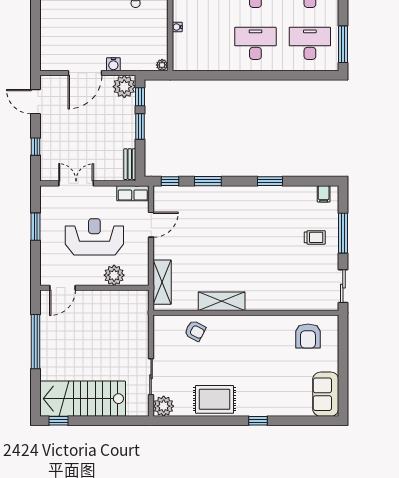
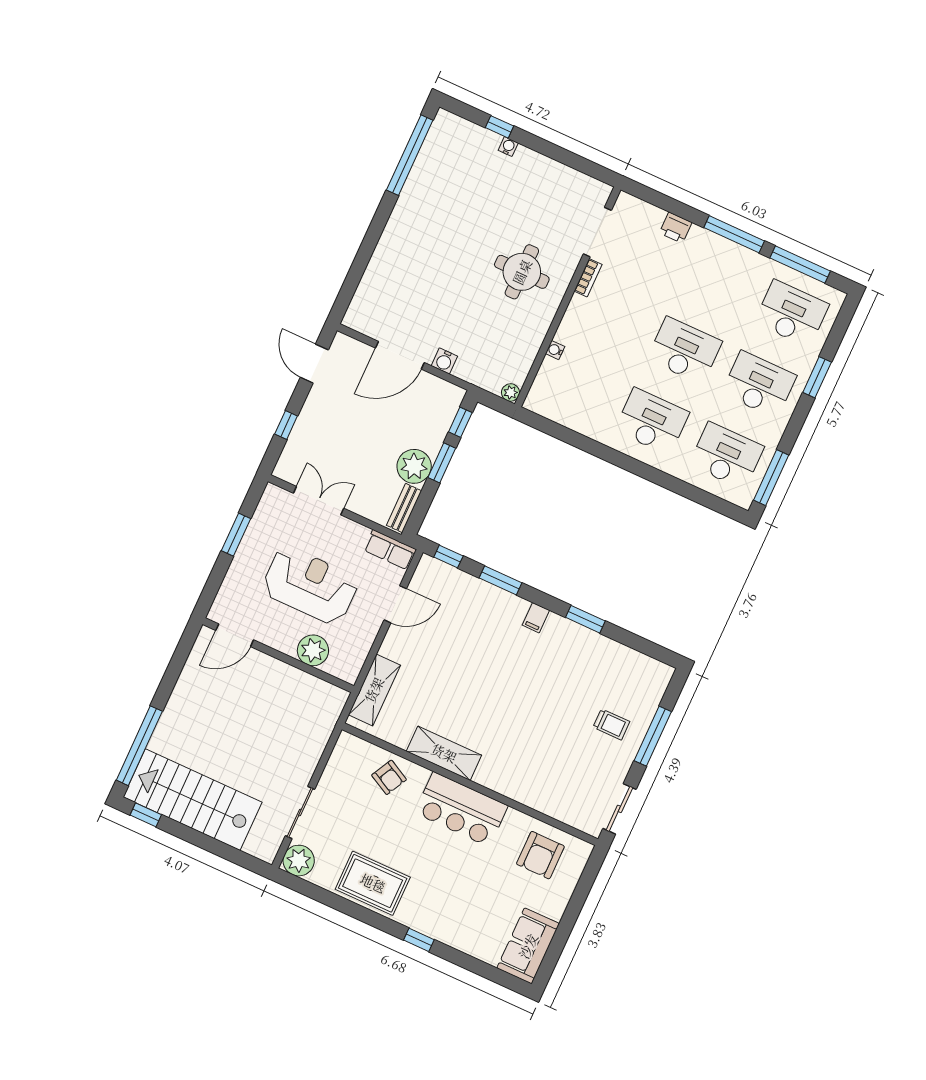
plant: (124, 87) -> (414, 466), moved
filing cabinet: (324, 194) -> (536, 618), moved
bar counter: (248, 330) -> (461, 809), added
window: (36, 342) -> (139, 746), moved

